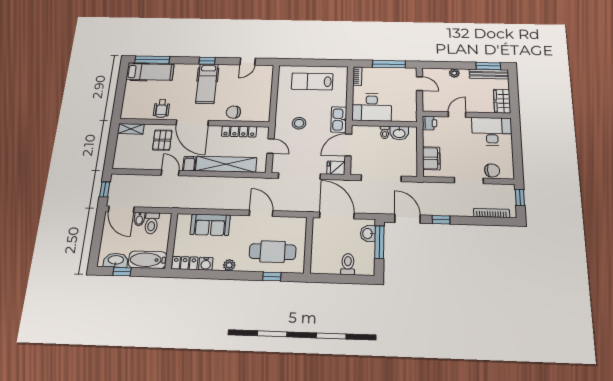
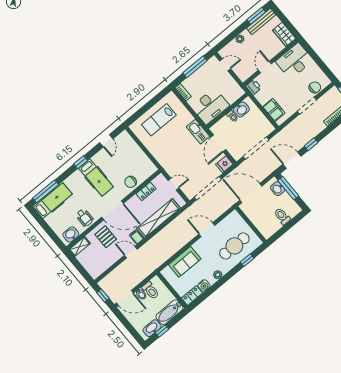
washbasin: (135, 112) -> (71, 235), added
stool: (299, 123) -> (177, 155), removed
locker: (239, 131) -> (146, 191), width x0.66

